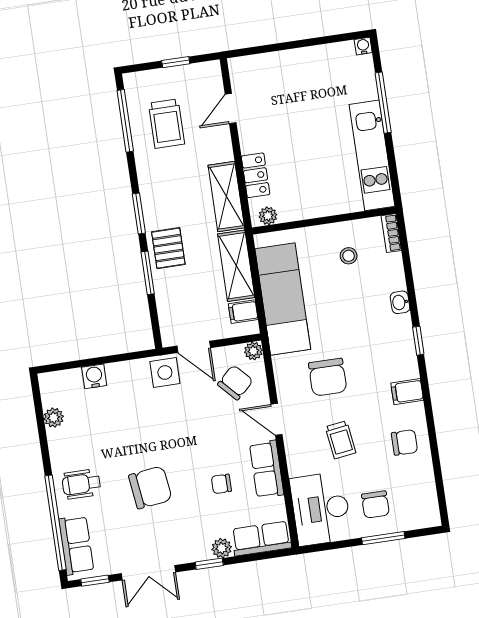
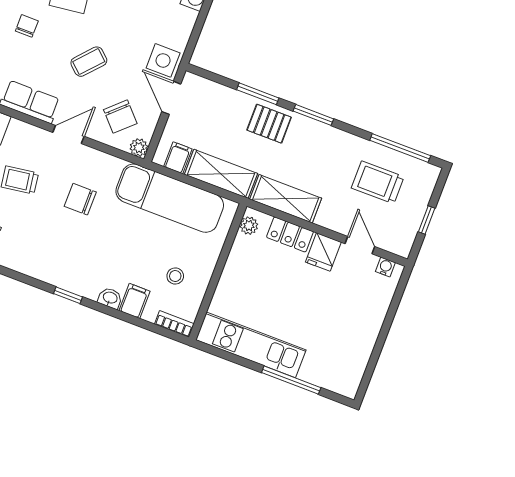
water cooler: (363, 46) -> (385, 267), moved, turned -90
fridge: (255, 137) -> (323, 252), added
door: (194, 347) -> (171, 98), hinge flipped
chair: (328, 377) -> (80, 199), width x0.73, depth x0.73
filing cabinet: (407, 392) -> (134, 301), moved
coffee table: (202, 437) -> (89, 62), added
chair: (221, 484) -> (27, 26), moved

